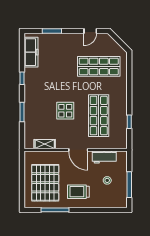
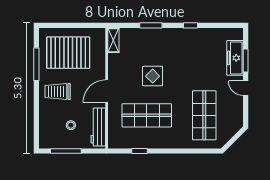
door: (90, 31) -> (246, 88), moved
freezer: (31, 52) -> (235, 58), moved, turned 90
shelving: (45, 144) -> (113, 40), moved
workbench: (104, 157) -> (98, 127), width x1.38
trolley: (78, 192) -> (58, 92), turned -90

